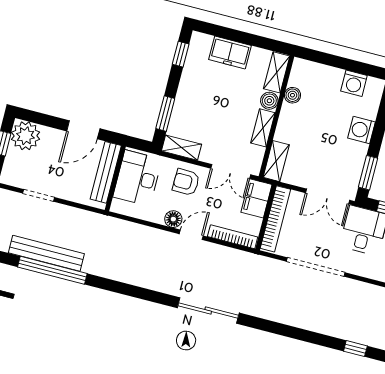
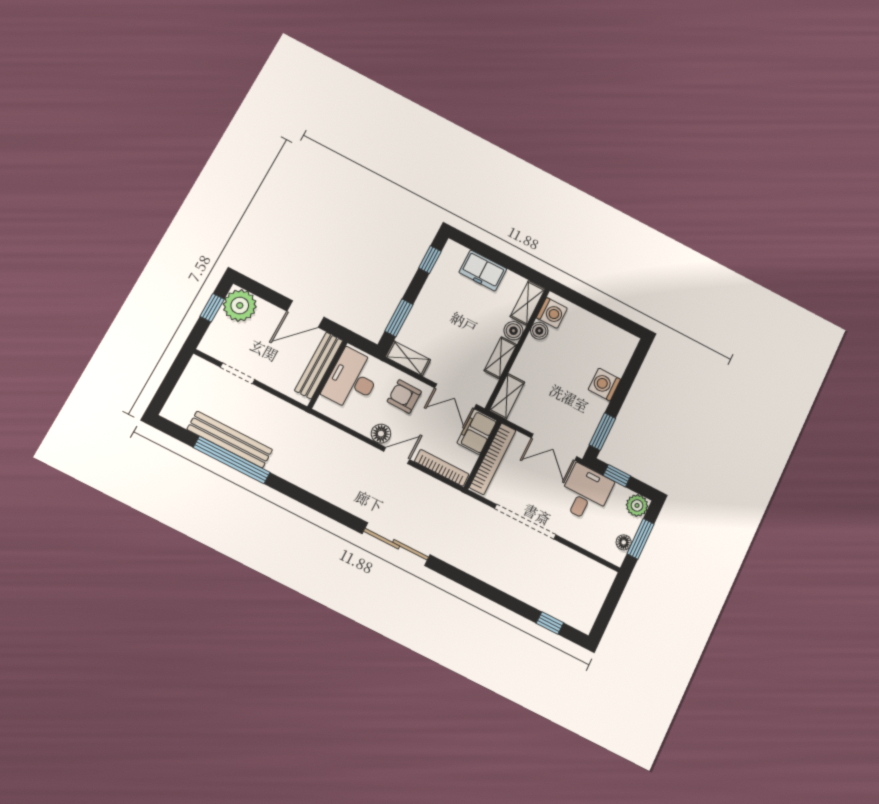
washing machine: (354, 83) -> (552, 313), moved, turned -90

